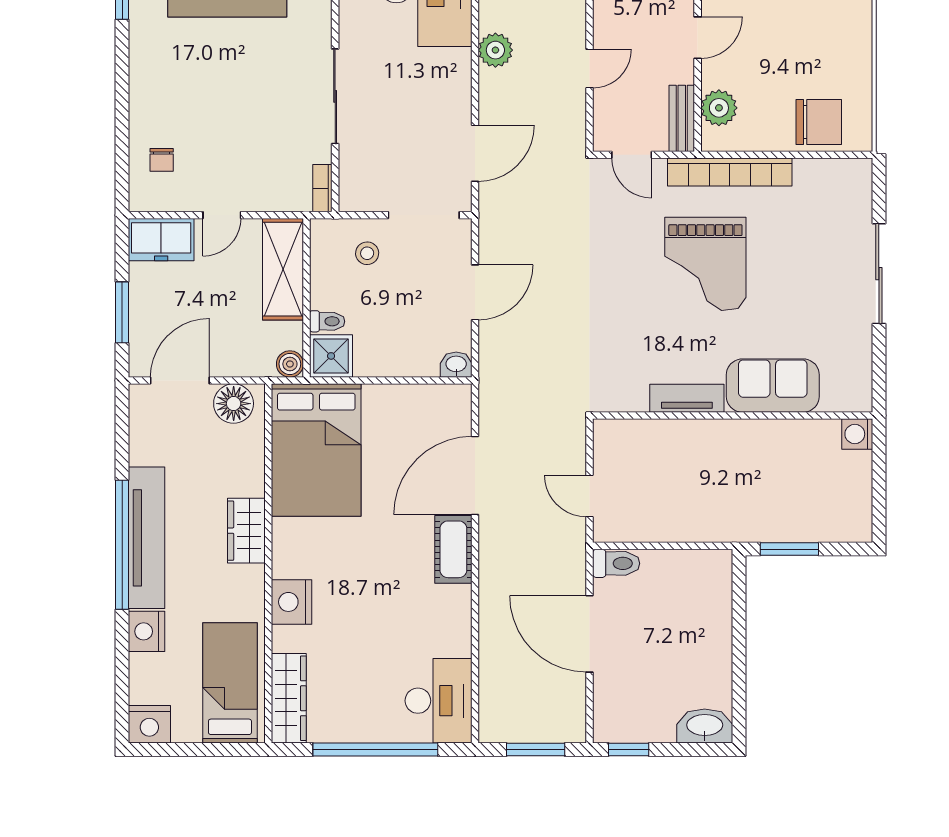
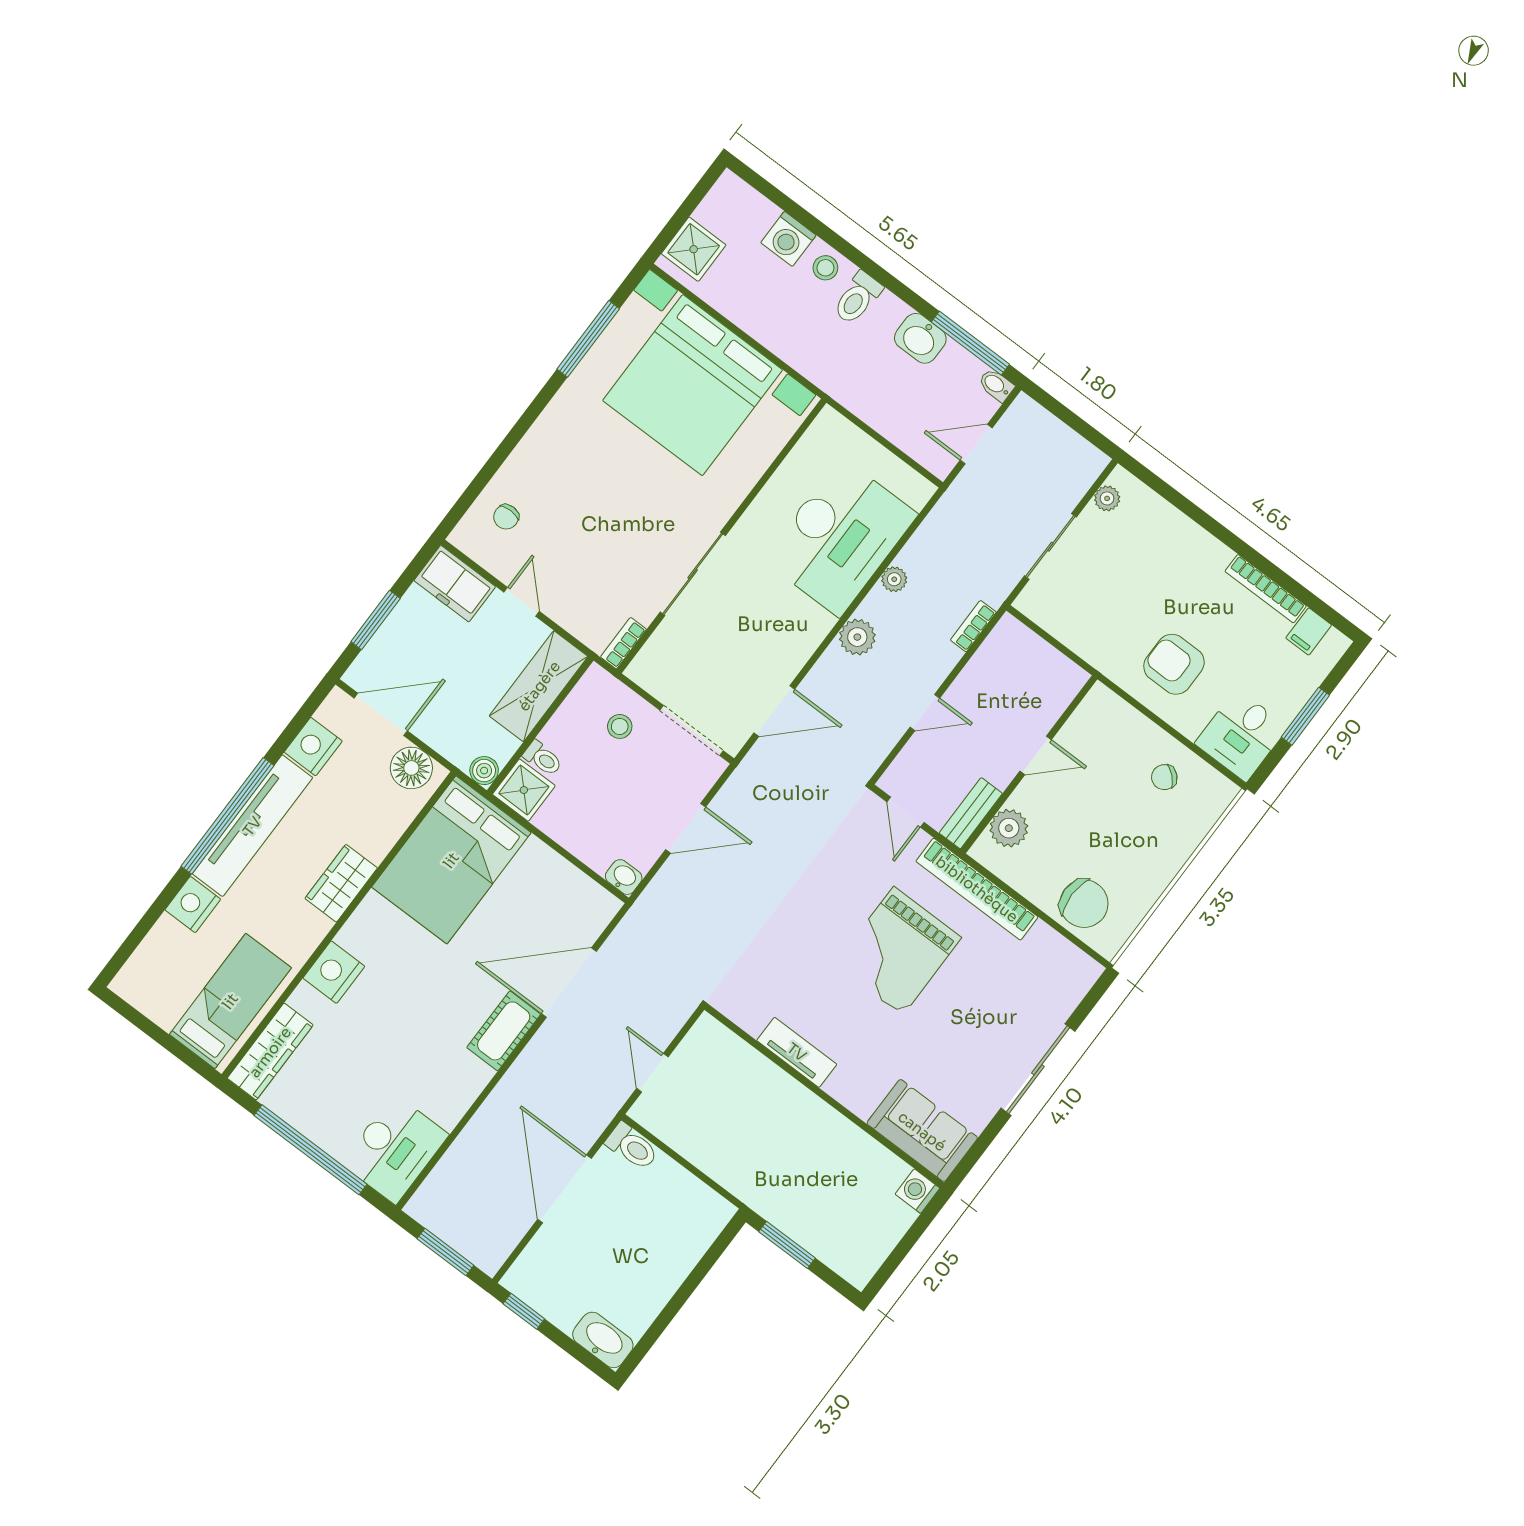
door: (222, 215) -> (522, 602), swing flipped
sofa: (773, 386) -> (922, 1131), moved
nightstand: (149, 724) -> (313, 747), moved, turned 90

